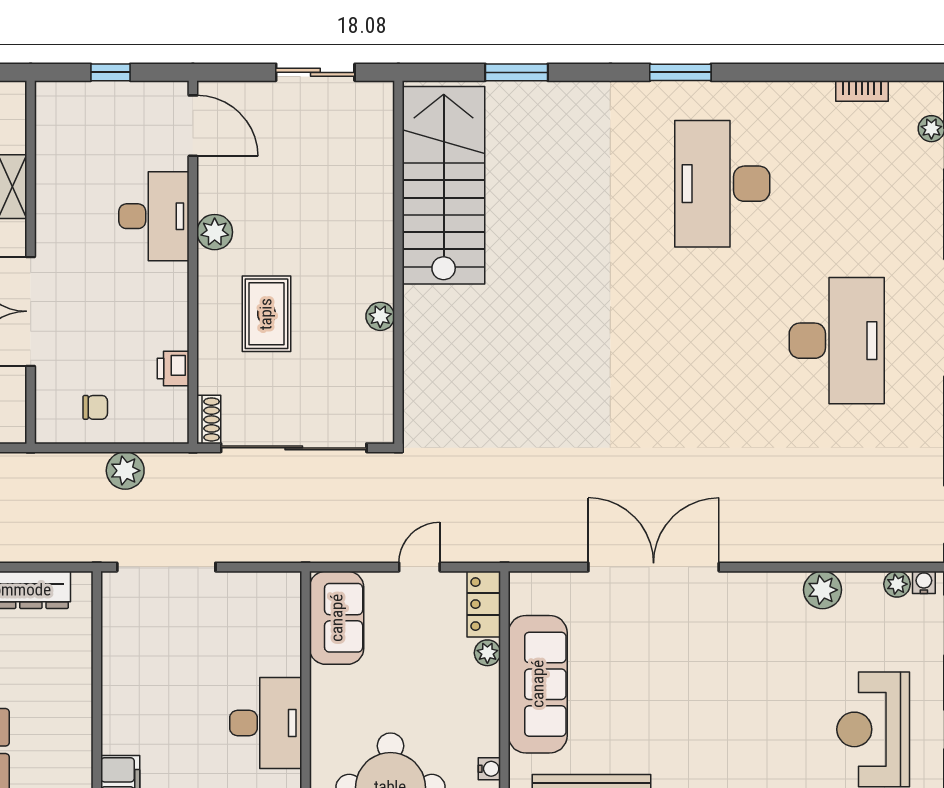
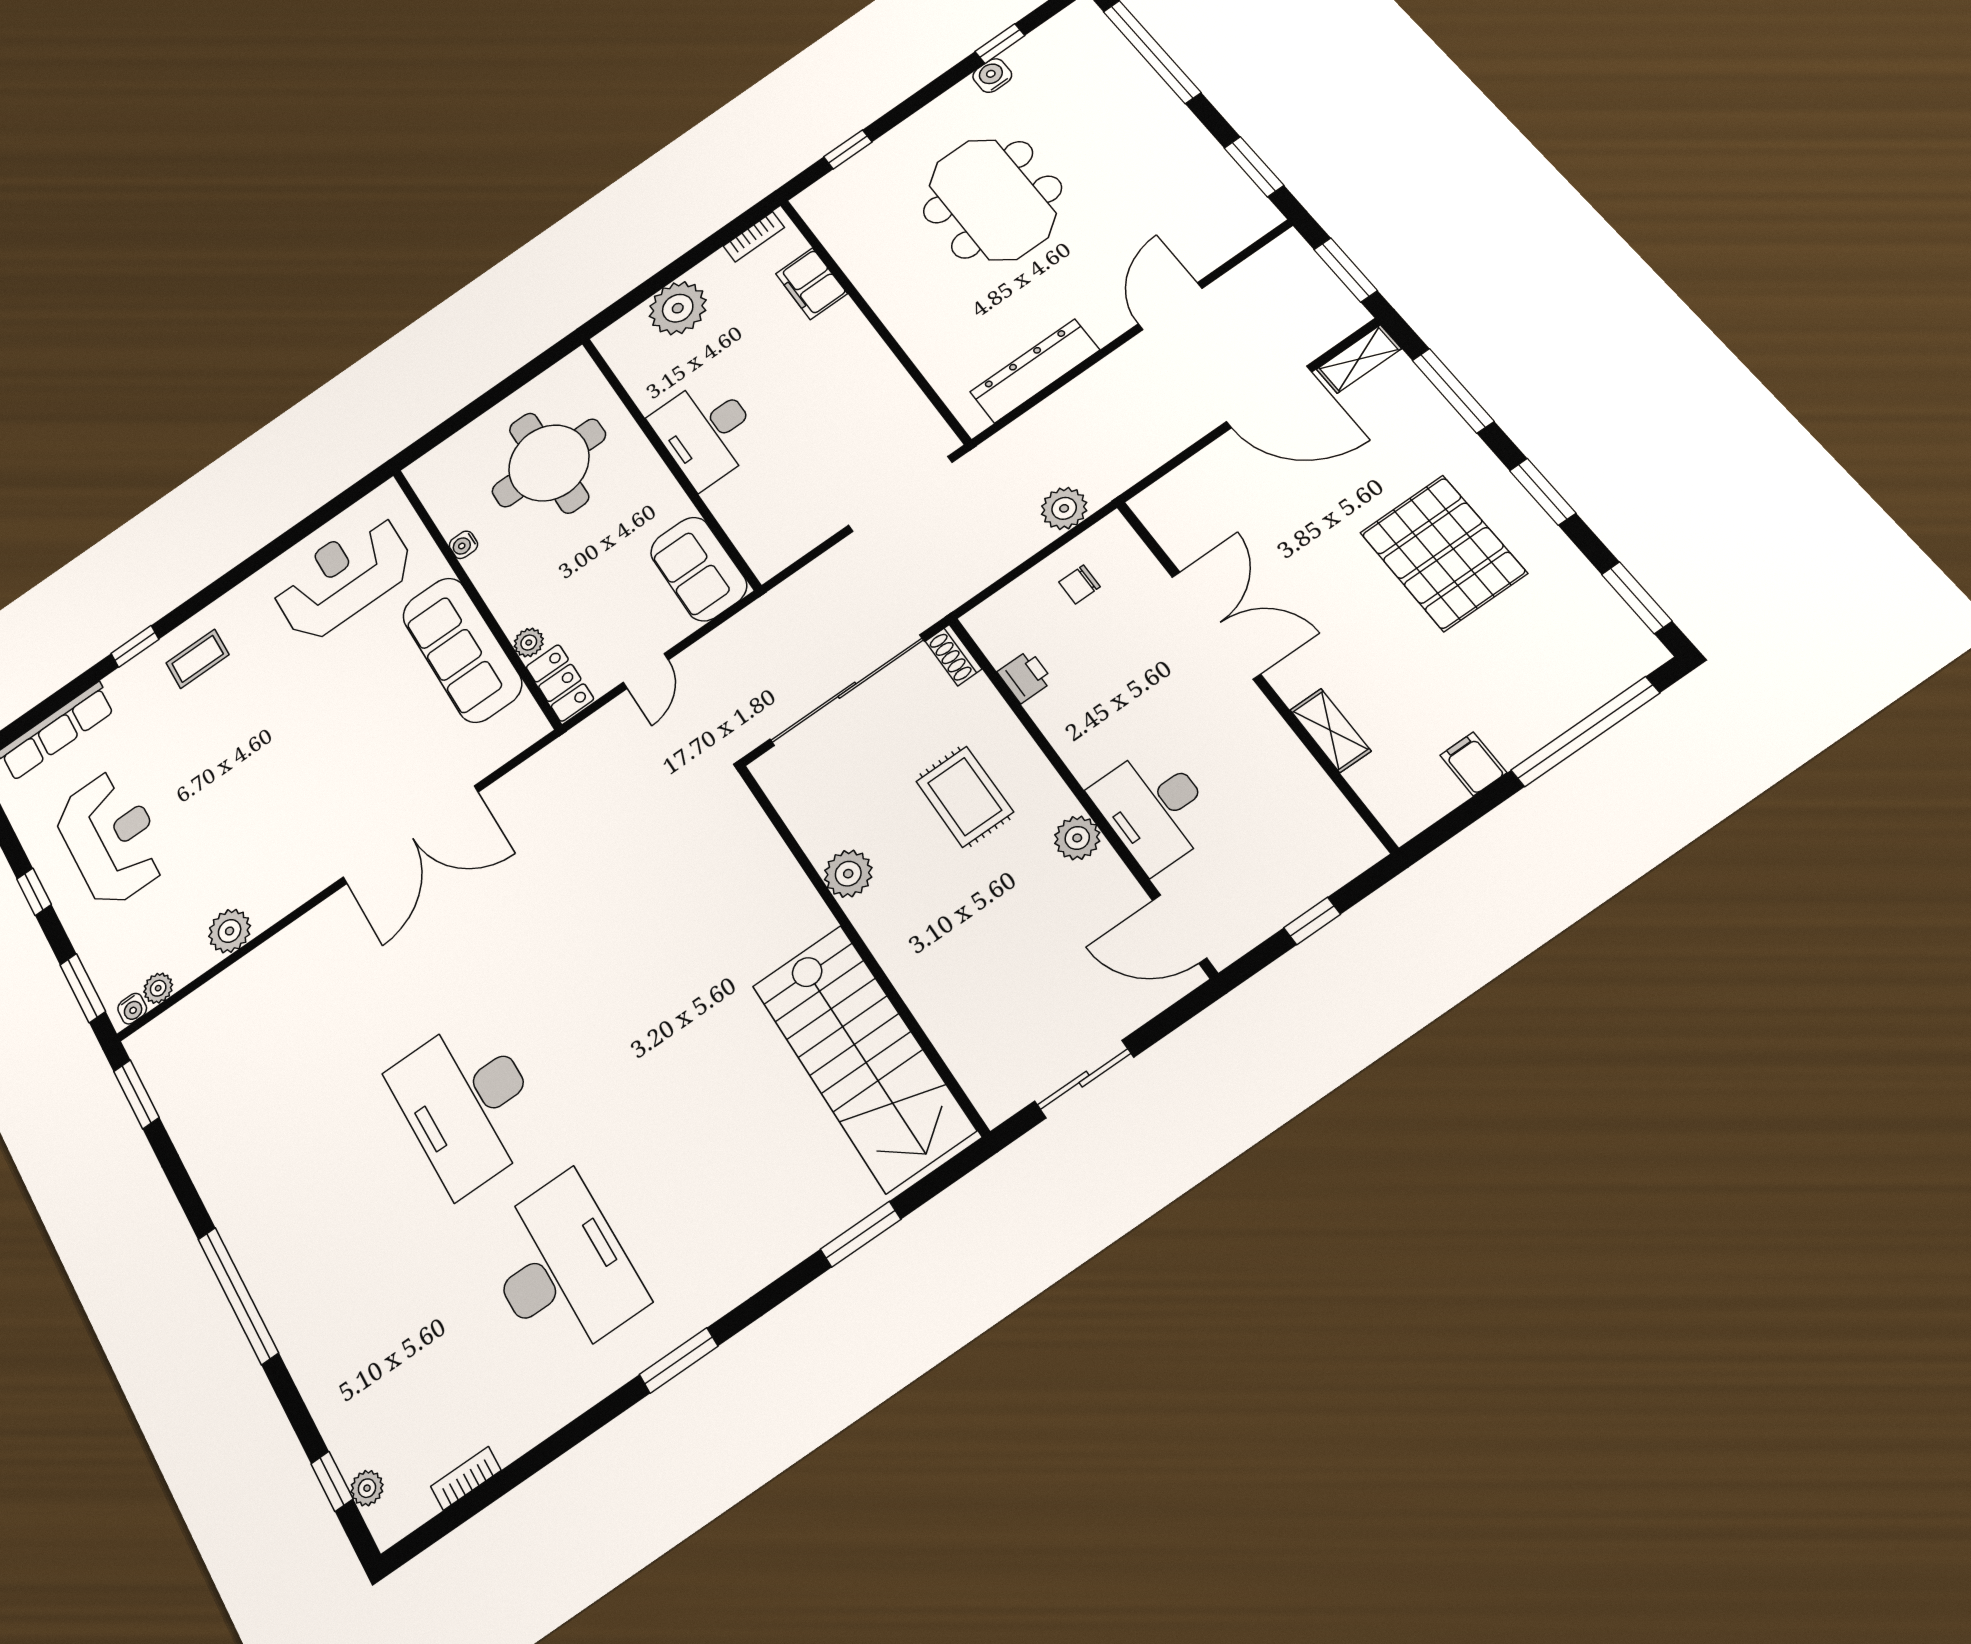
plant: (380, 316) -> (848, 874), width x1.38, depth x1.38
desk: (837, 341) -> (467, 1103), moved
plant: (125, 471) -> (1064, 508), moved

